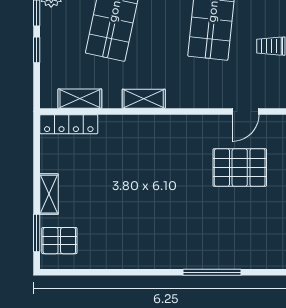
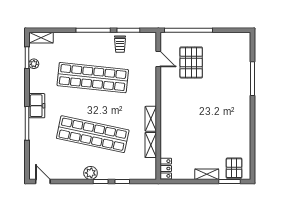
shelving: (80, 99) -> (151, 145), moved
locker: (69, 124) -> (166, 169), width x0.66

